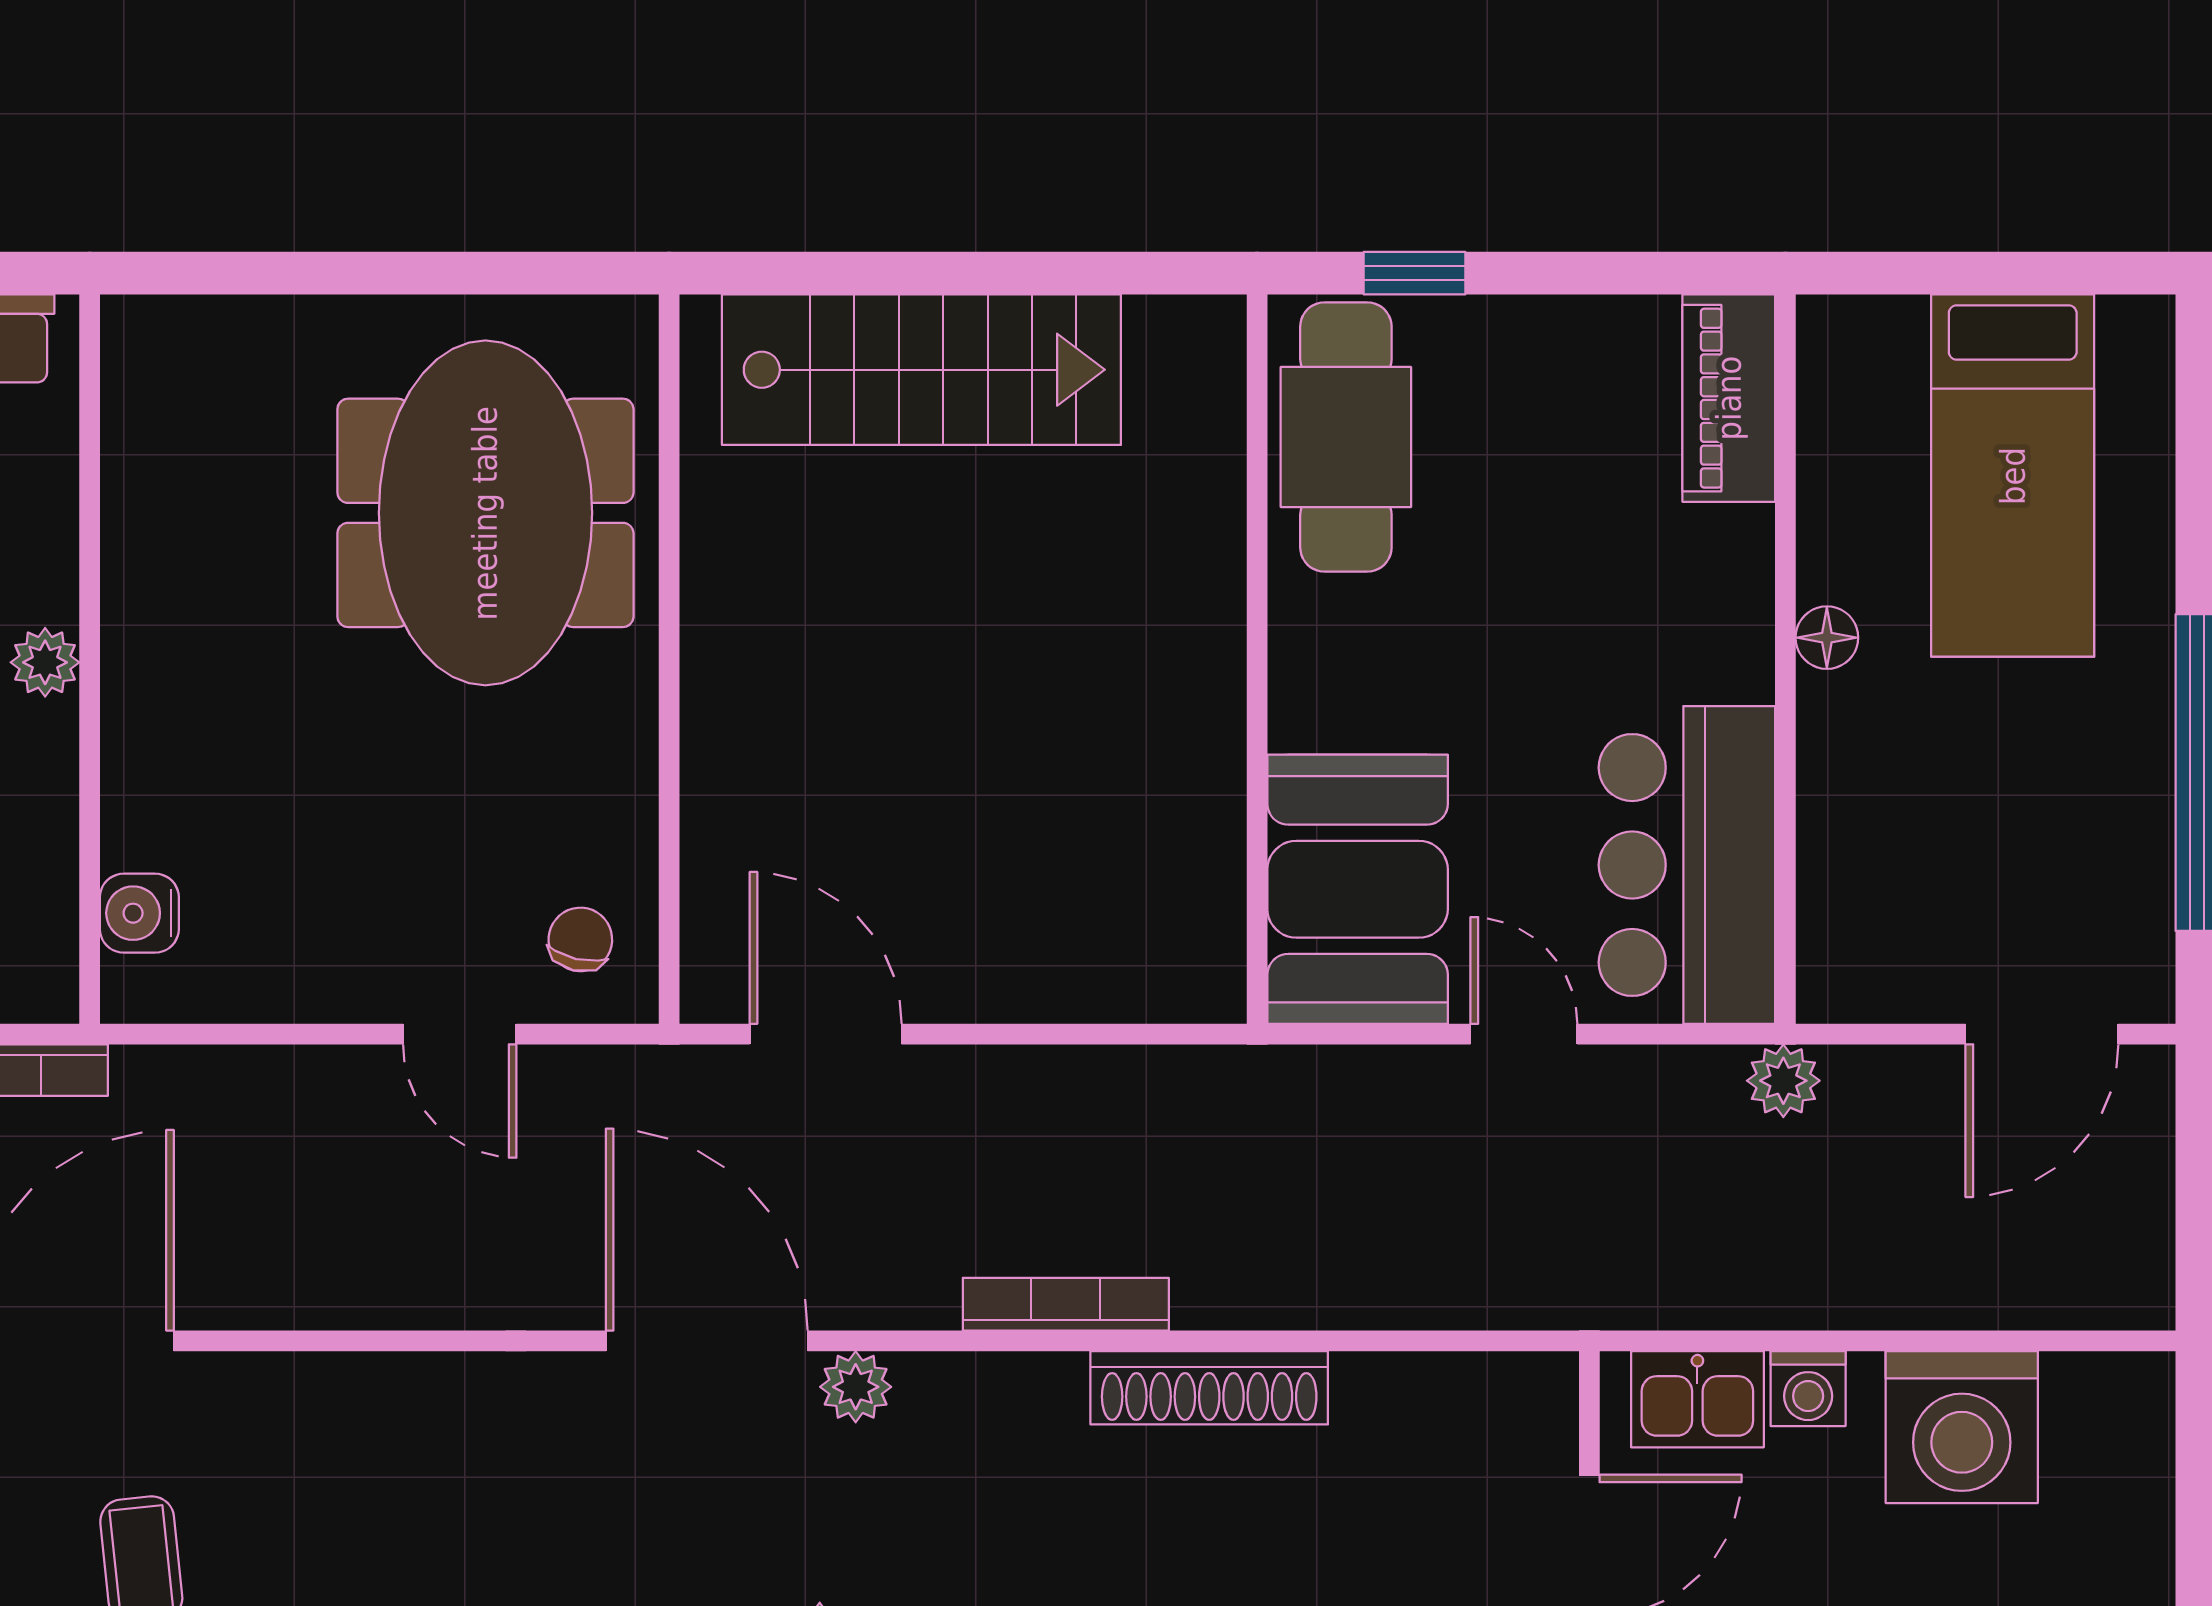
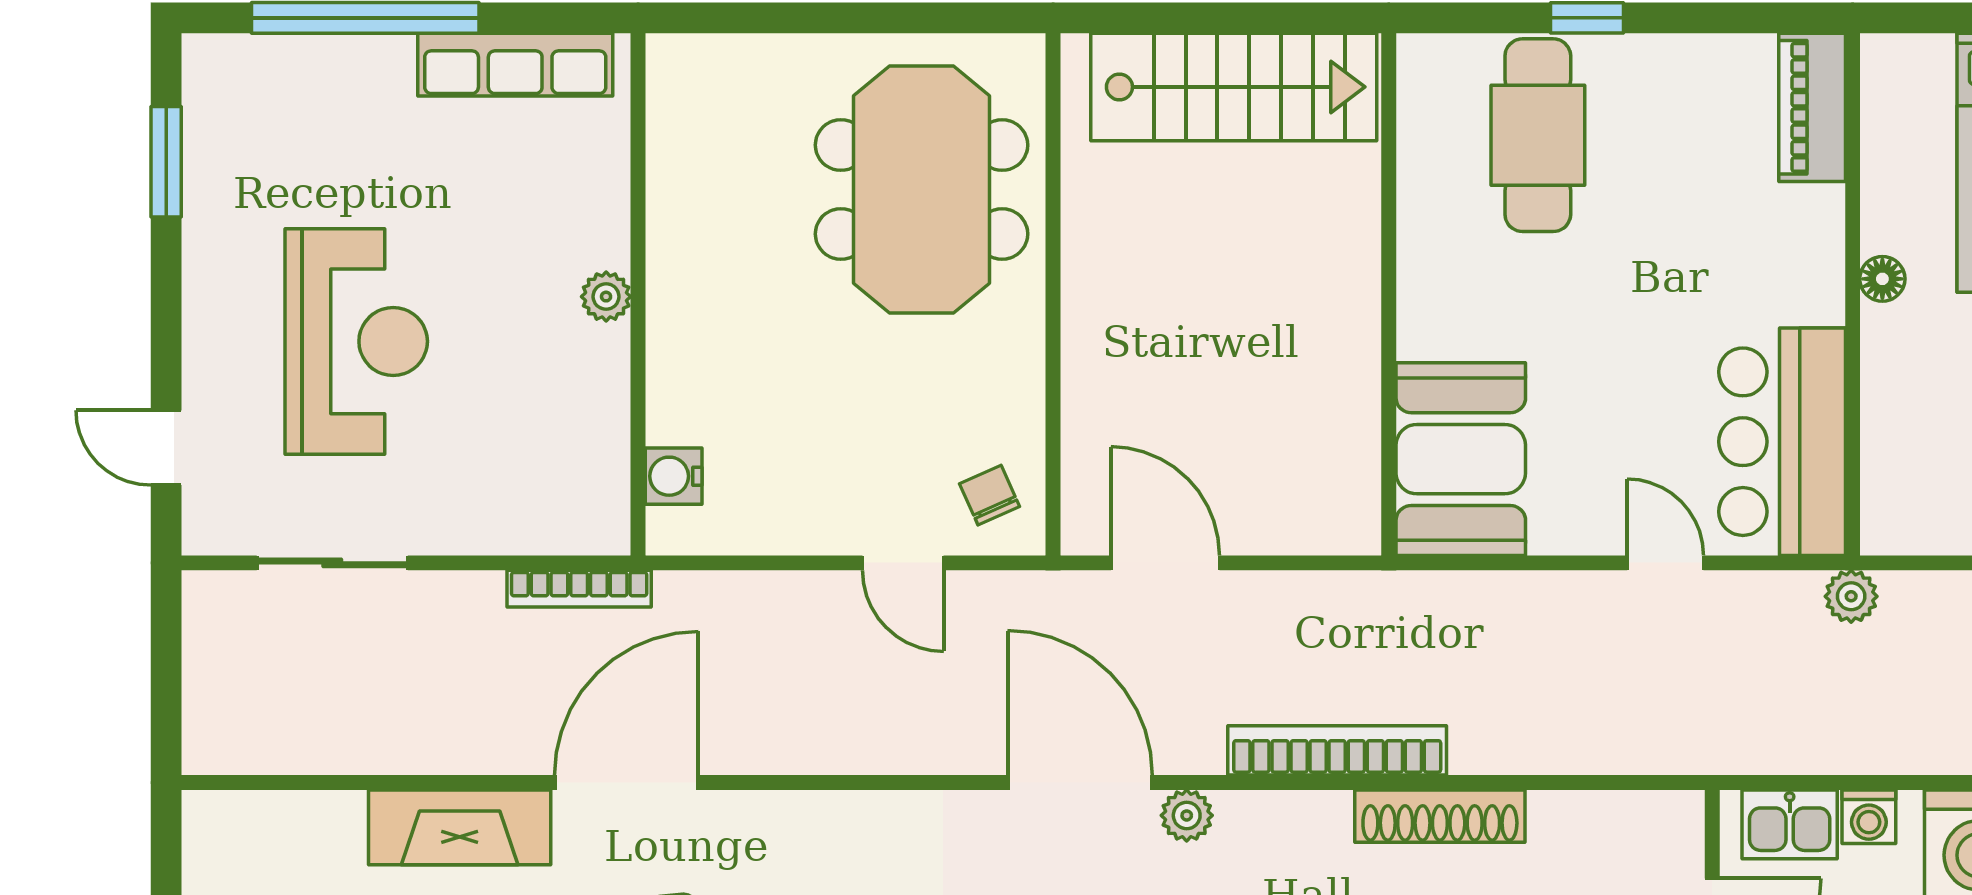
wall: (1257, 659) -> (1389, 294), moved
booth: (1358, 889) -> (1461, 459), moved
chair: (580, 939) -> (989, 495), turned -37
bookcase: (1066, 1304) -> (1337, 750), width x1.48, depth x1.31

